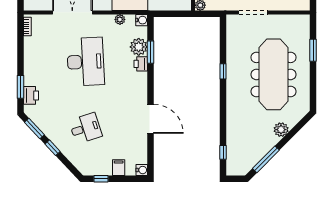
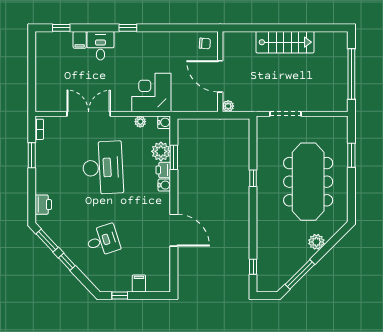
window: (20, 87) -> (32, 155), moved
water cooler: (142, 170) -> (164, 185), moved

